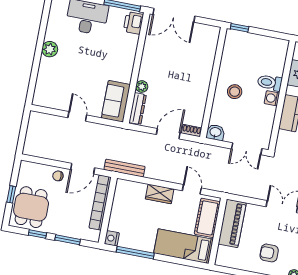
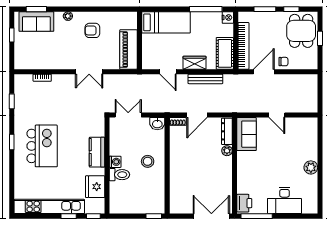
bench: (124, 168) -> (205, 79), moved
cot: (207, 218) -> (225, 53), moved
armchair: (269, 253) -> (92, 30), turned 180

